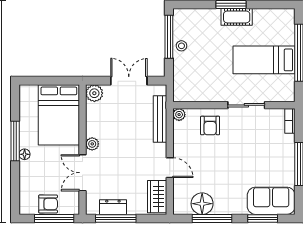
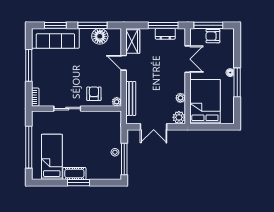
bed: (264, 60) -> (52, 157), moved, turned -90
plant: (92, 144) -> (180, 98), moved
sofa: (271, 201) -> (55, 38), width x1.36

